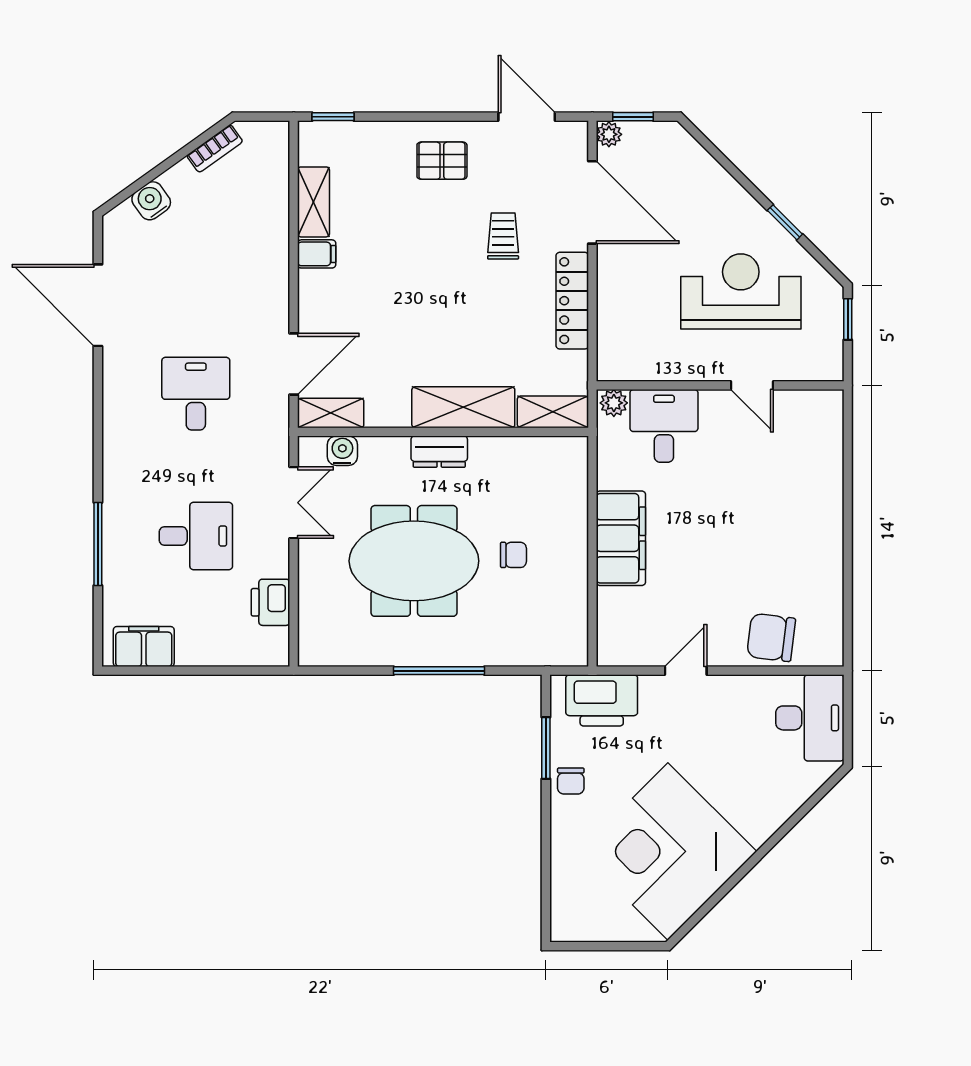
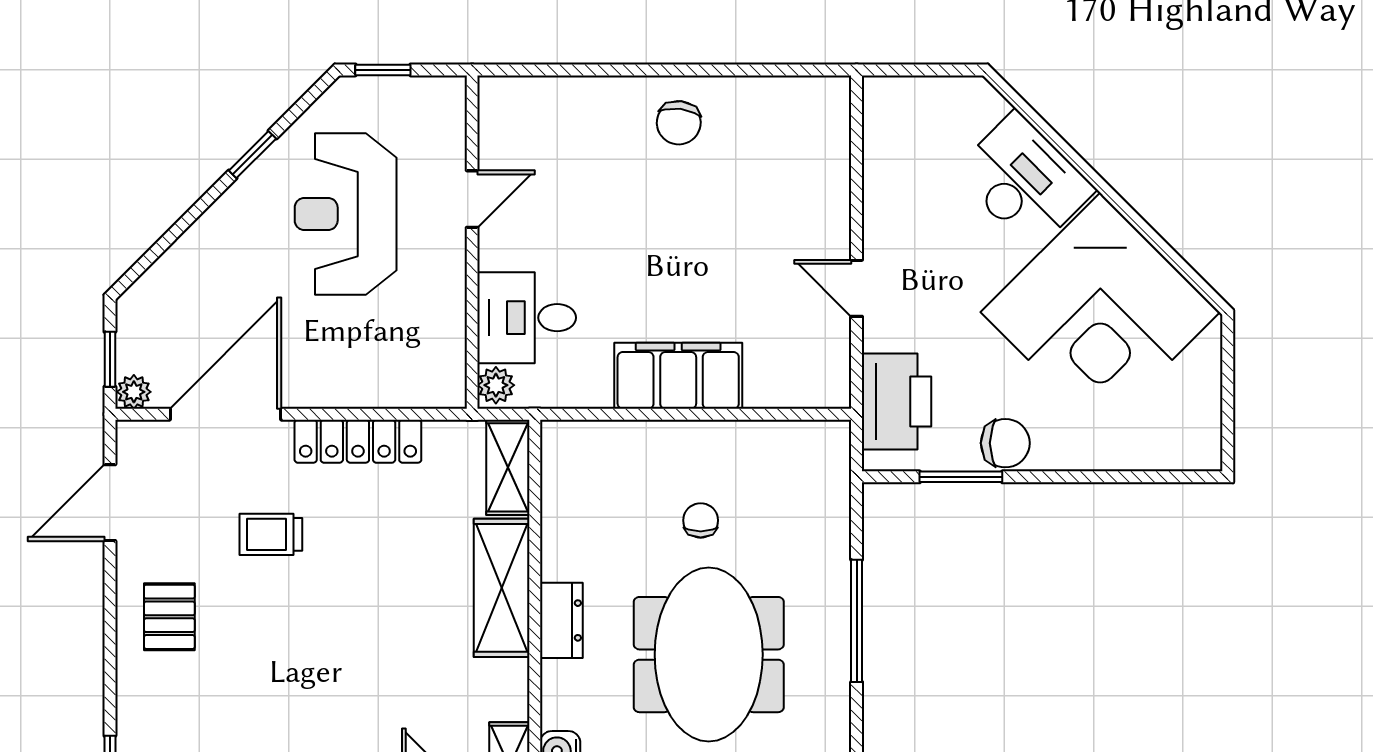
chair: (771, 637) -> (679, 123), moved, width x0.73, depth x0.73
desk: (810, 718) -> (1024, 181), moved, turned 45
chair: (571, 781) -> (1005, 443), width x1.37, depth x1.37

